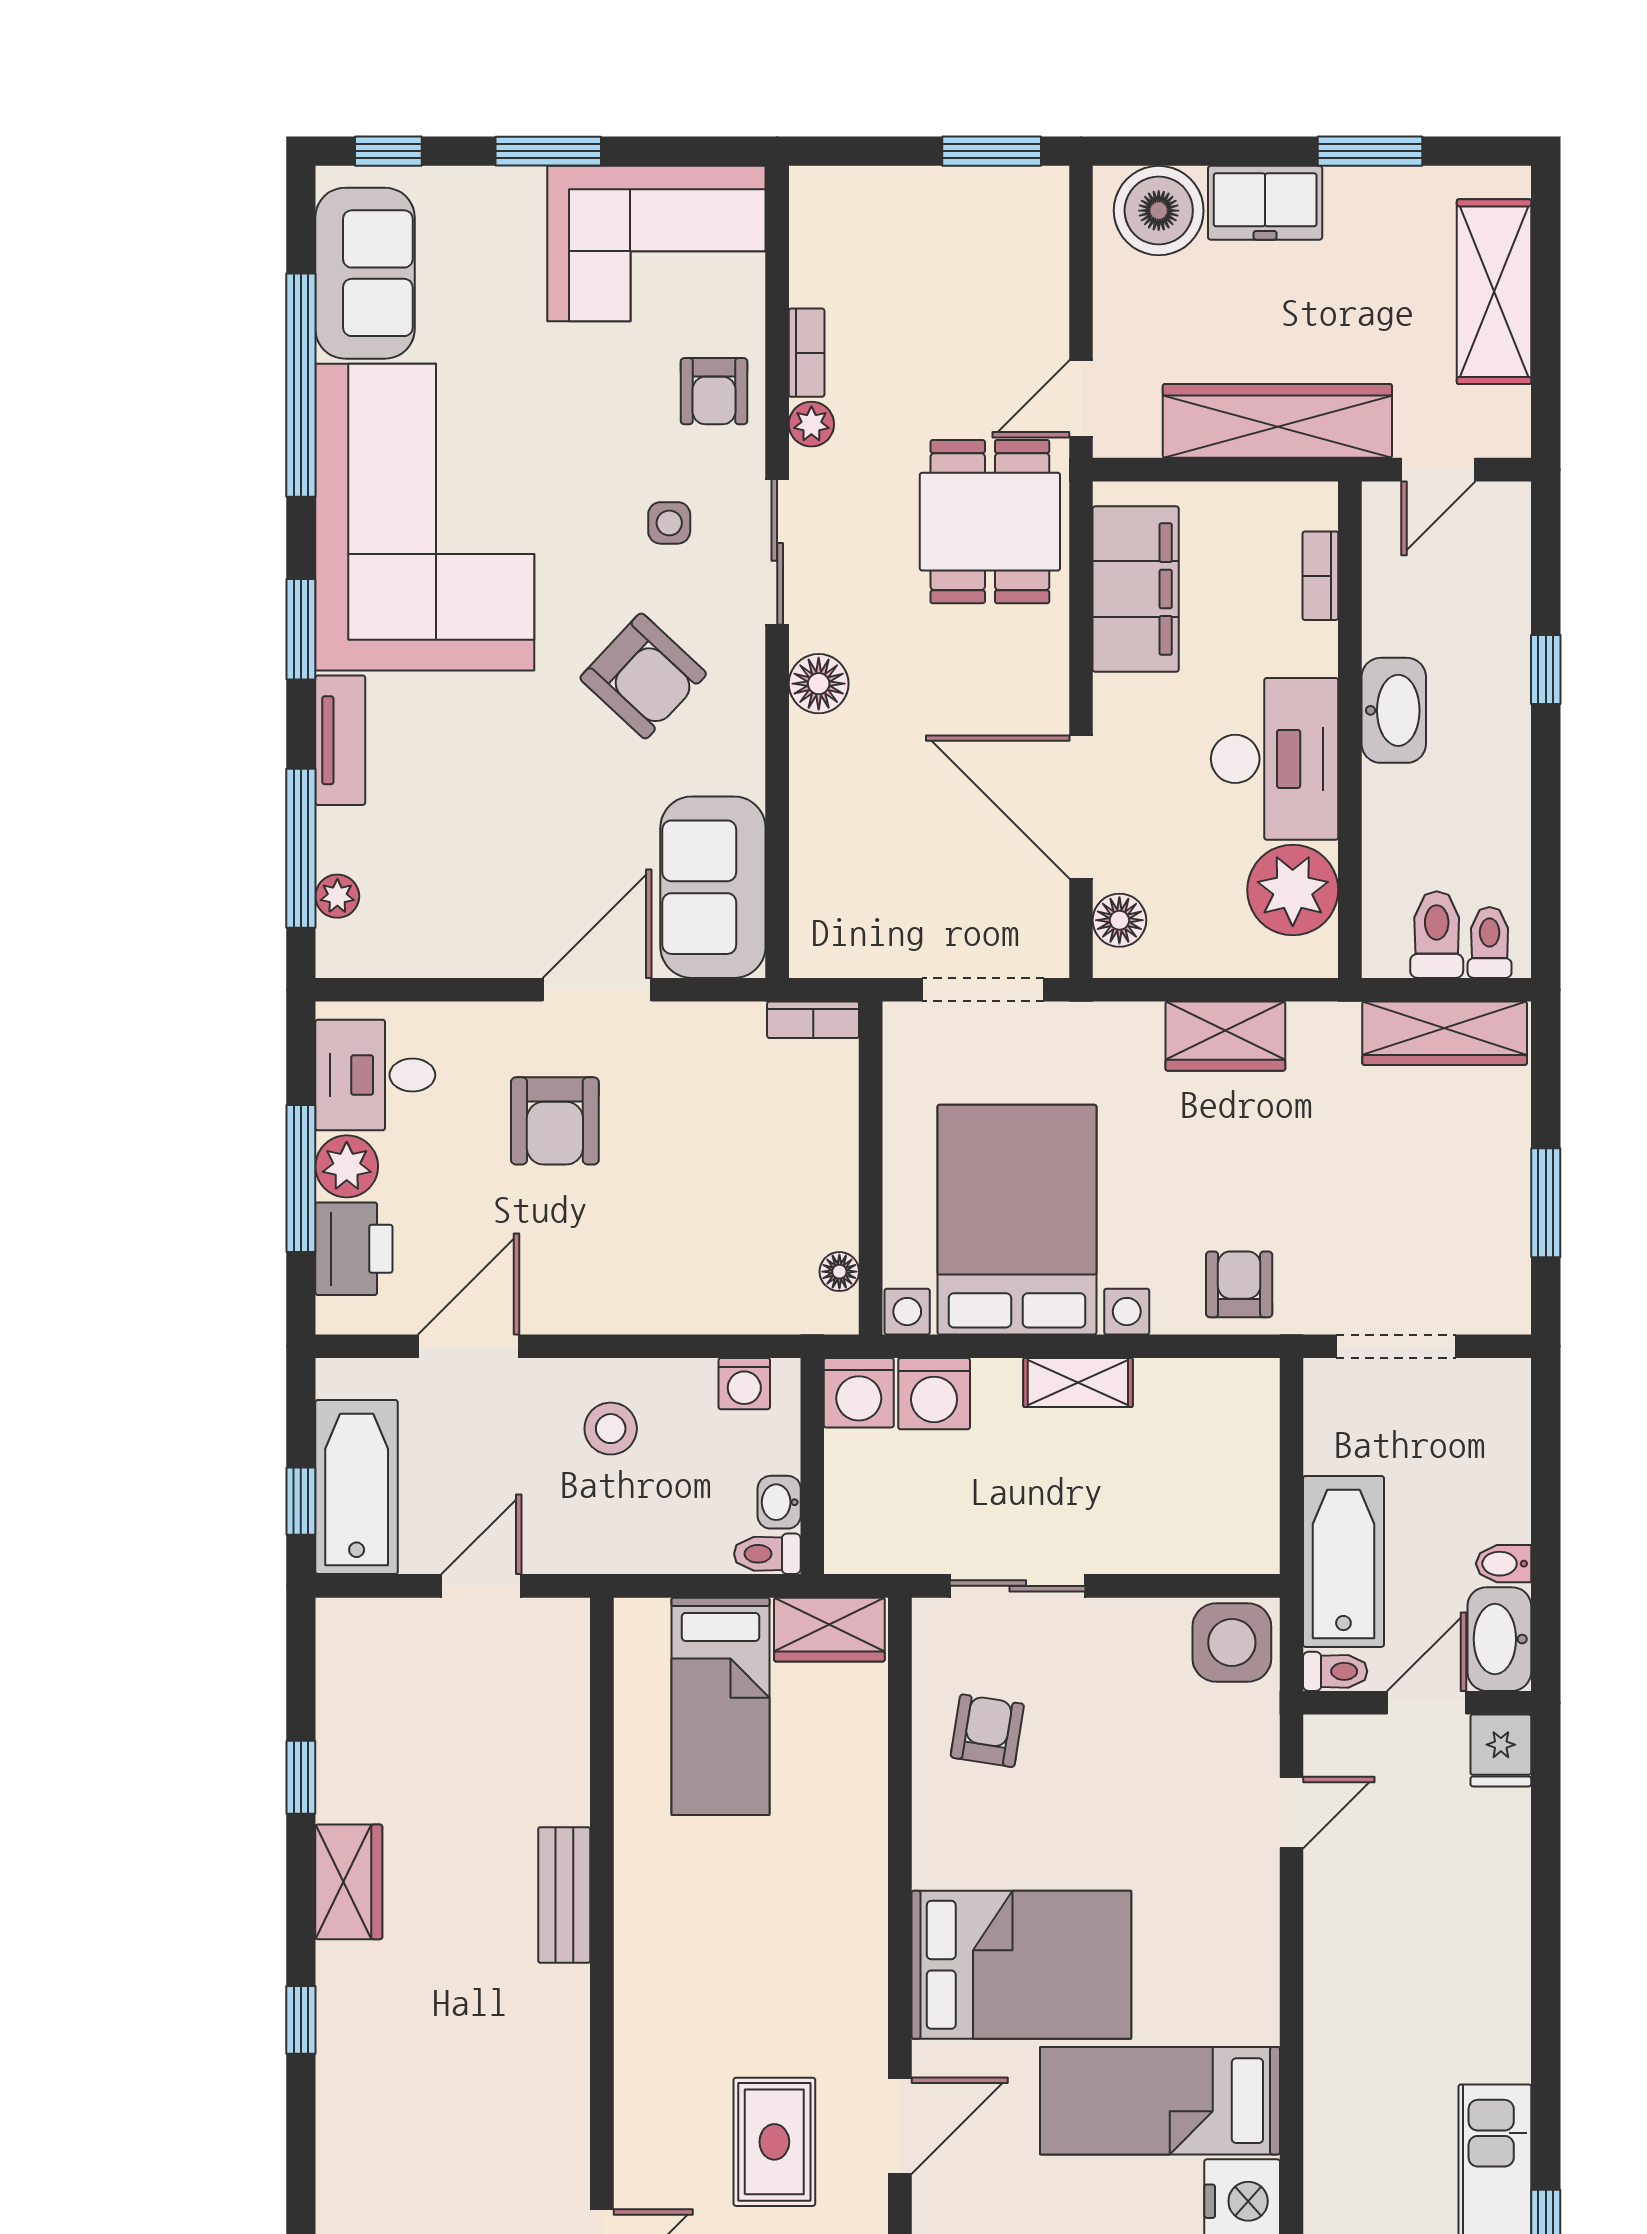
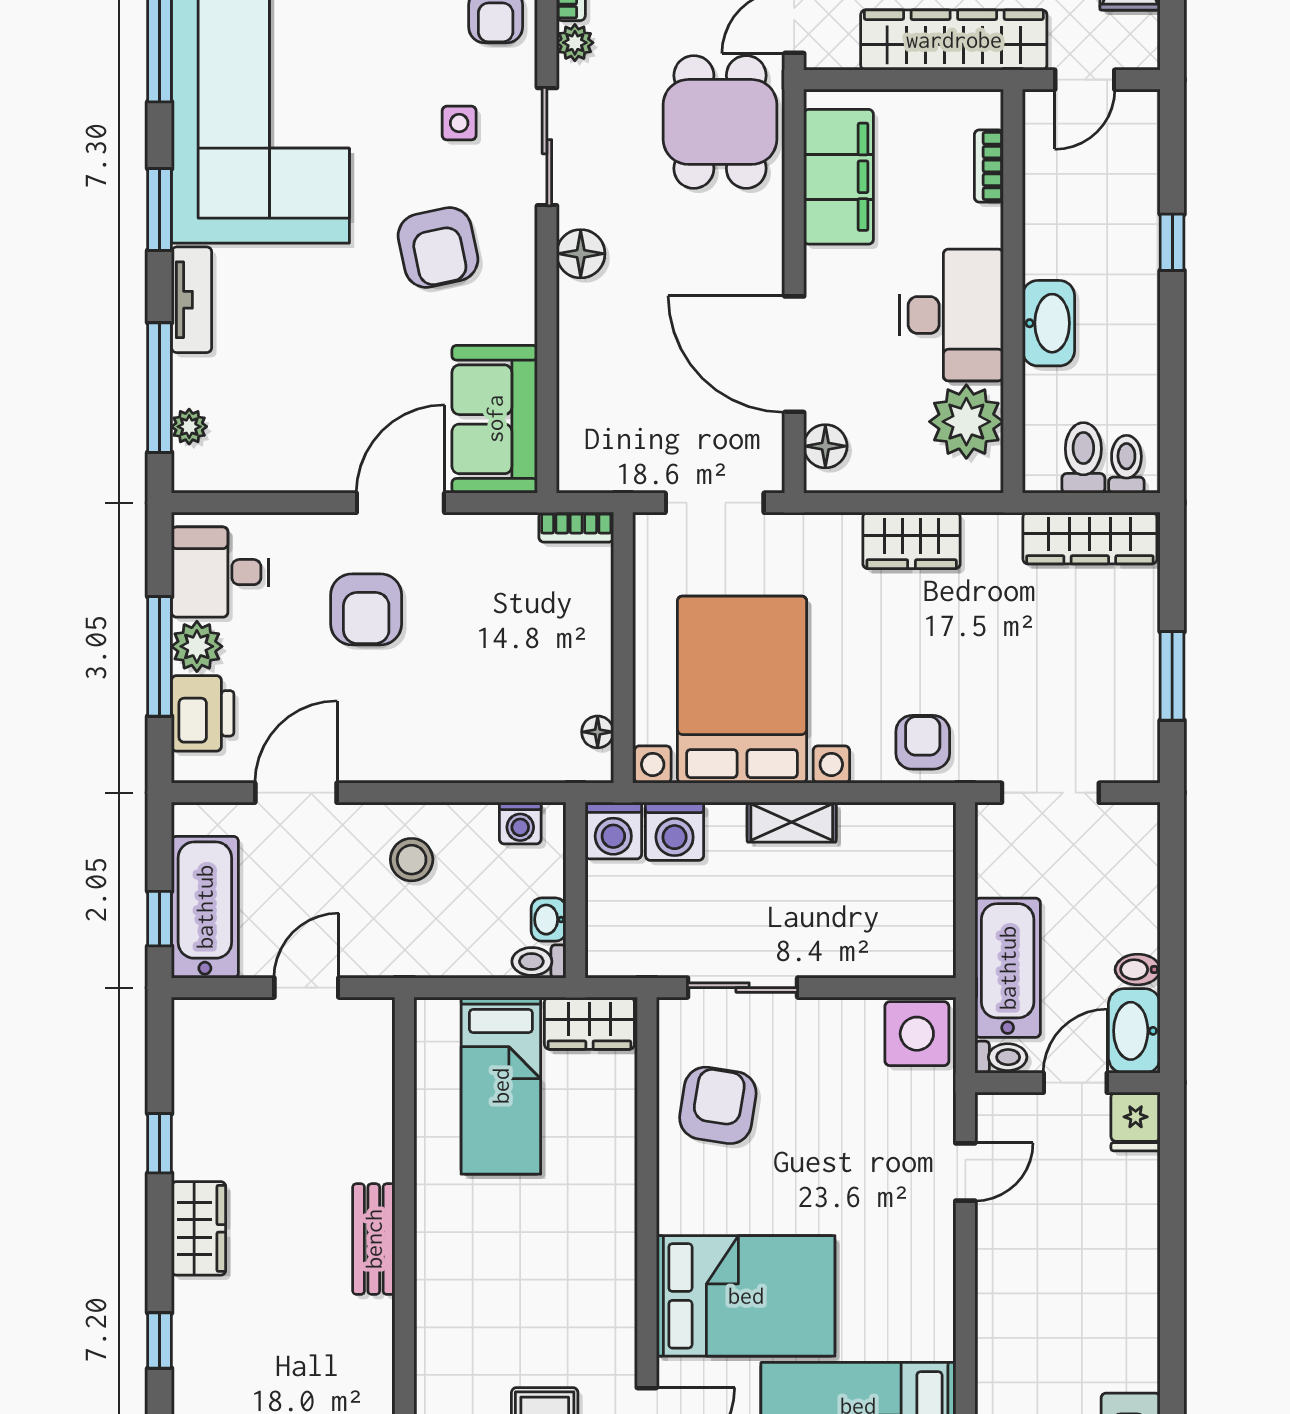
armchair: (643, 676) -> (438, 248), turned 35
washbasin: (1394, 710) -> (1048, 323), moved
armchair: (987, 1731) -> (718, 1105), width x1.38, depth x1.38

